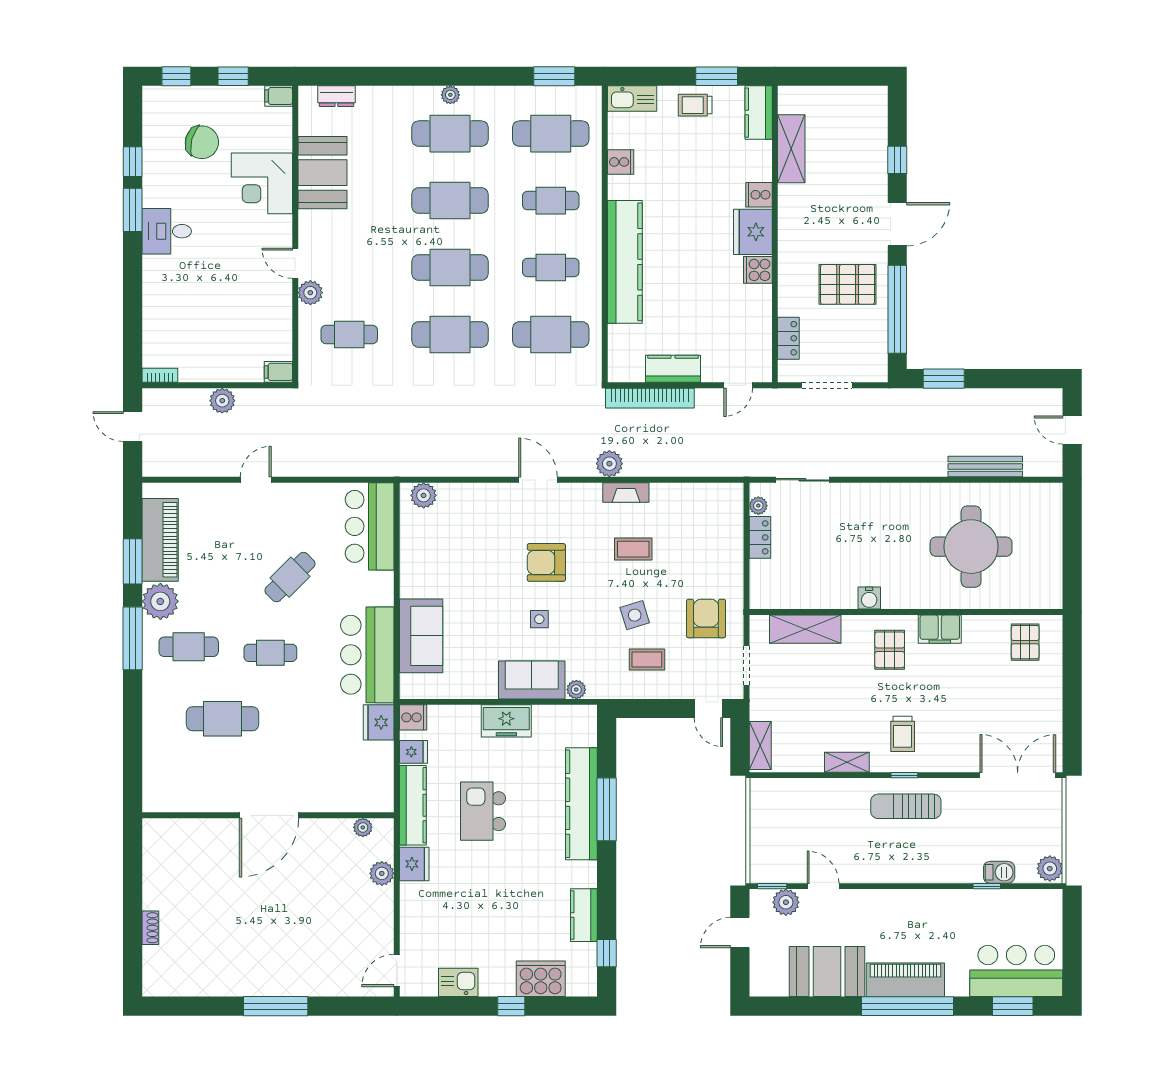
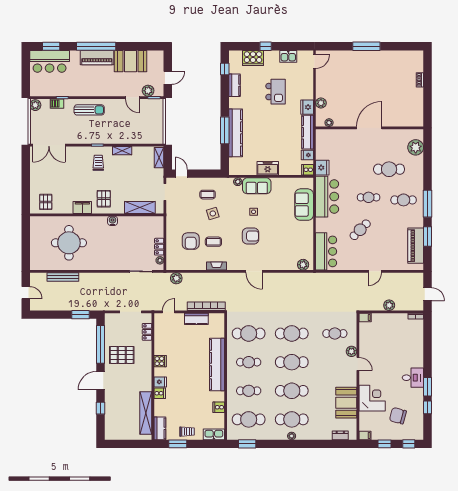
shelving: (791, 149) -> (146, 413), width x1.47
fridge: (753, 232) -> (160, 382), width x0.53, depth x0.75
plant: (609, 464) -> (176, 278), moved
plant: (160, 601) -> (416, 147), moved
armchair: (706, 619) -> (191, 241), moved
sun lounger: (906, 806) -> (89, 110), moved
kitchen island: (483, 811) -> (275, 92), moved

